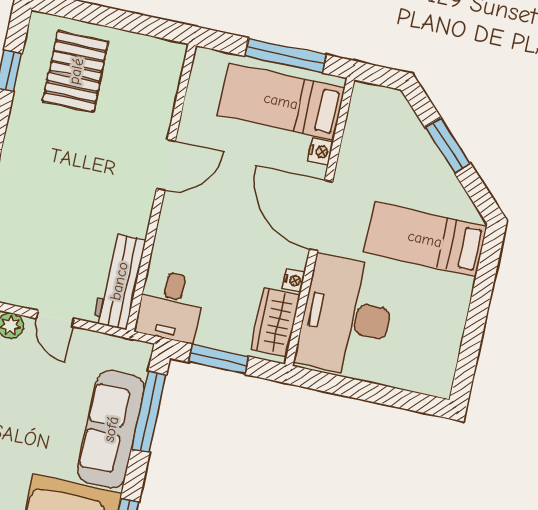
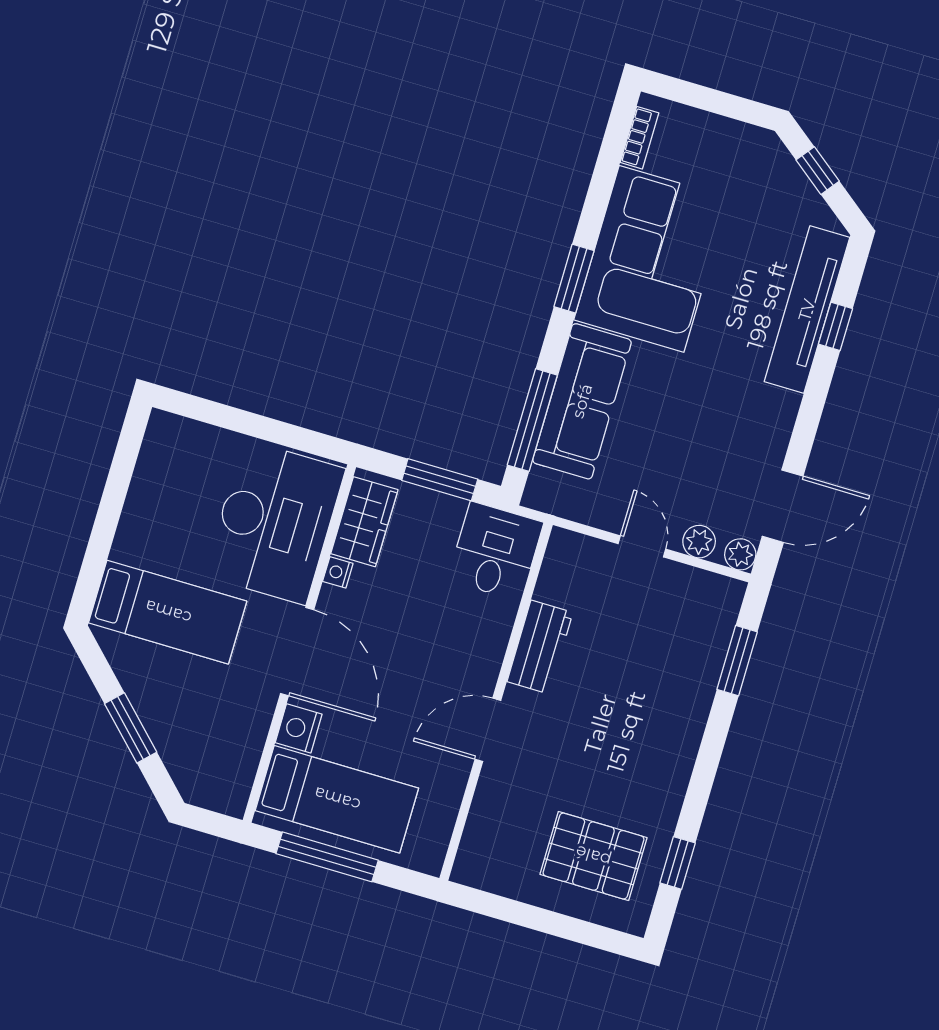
pallet: (76, 71) -> (593, 856), turned 90
nightstand: (320, 151) -> (299, 728), width x1.39, depth x1.35
workbench: (119, 281) -> (540, 647), moved, width x0.73

